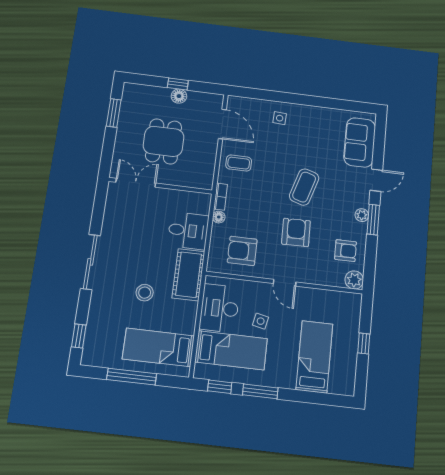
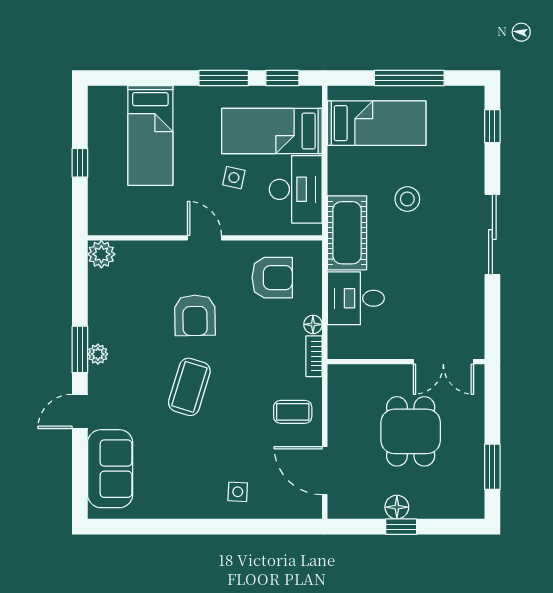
armchair: (346, 251) -> (118, 297), removed

